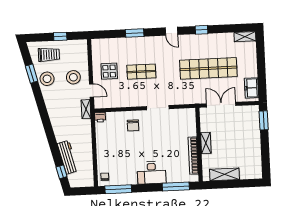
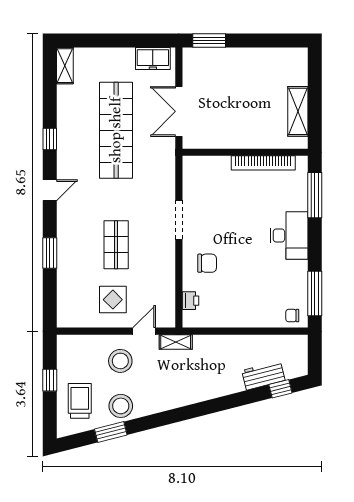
printer: (100, 117) -> (190, 301), moved
shelving: (206, 143) -> (243, 141), removed
workbench: (68, 157) -> (263, 375), width x0.73

